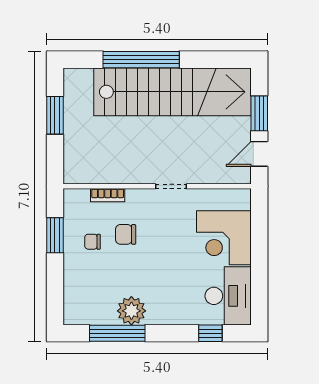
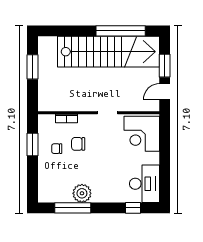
window: (141, 60) -> (121, 31), moved
corner desk: (224, 238) -> (142, 134), moved

